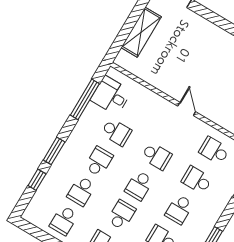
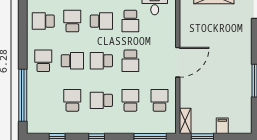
door: (187, 109) -> (178, 62), width x1.87
school desk: (81, 191) -> (72, 21), turned 90

